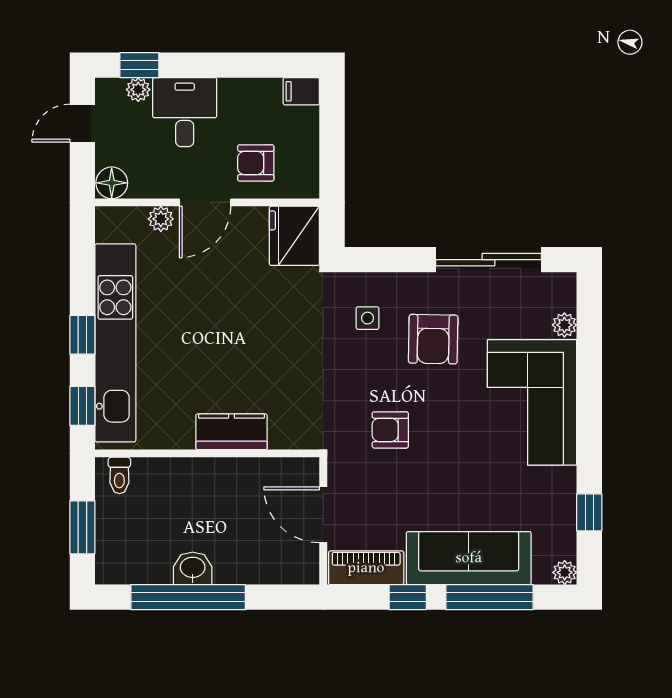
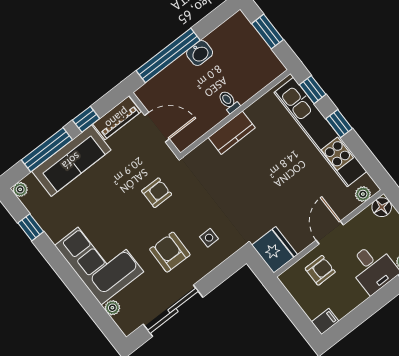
plant: (161, 219) -> (363, 194), moved
toilet: (119, 475) -> (229, 102), moved
window: (188, 597) -> (168, 55), moved

